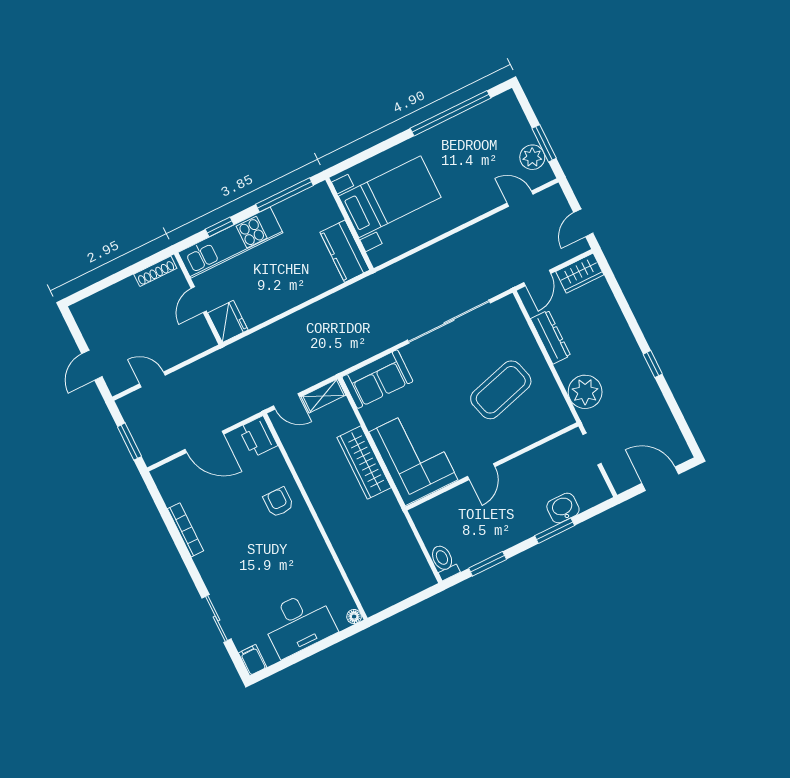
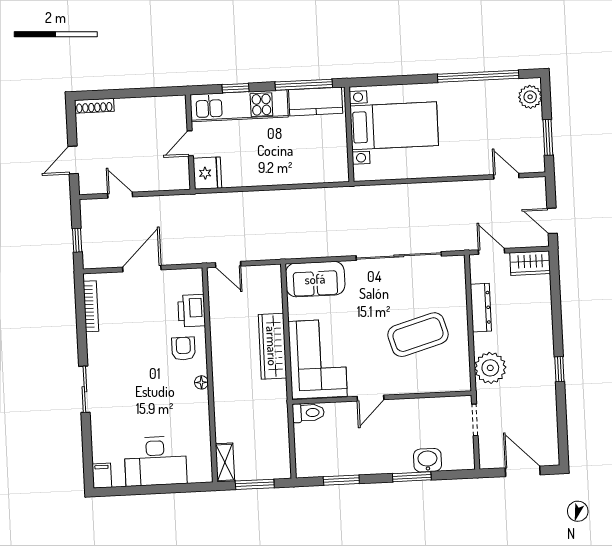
plant: (532, 157) -> (530, 97), moved
door: (583, 223) -> (552, 221), hinge flipped
kitchen counter: (345, 251) -> (316, 102), moved, turned -90
shoe rack: (155, 271) -> (94, 106), moved
door: (537, 278) -> (492, 251), swing flipped
shelving: (323, 396) -> (225, 462), moved, turned 90
printer: (258, 437) -> (192, 311), moved
window: (129, 442) -> (77, 240), width x0.67
door: (204, 442) -> (142, 269), swing flipped
bookcase: (185, 530) -> (91, 306), moved
toilet: (444, 562) -> (308, 413), moved, turned 90
window: (405, 604) -> (255, 484), added
floor lamp: (354, 617) -> (201, 382), moved
sliding door: (217, 618) -> (84, 389), moved

